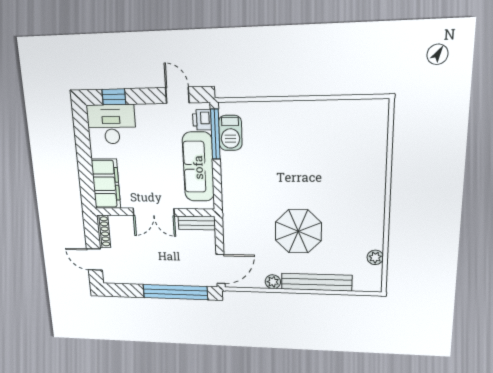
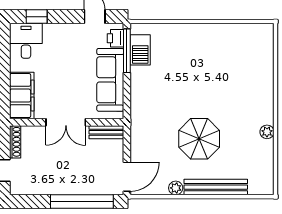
desk: (111, 124) -> (26, 41), width x0.73
plant: (375, 257) -> (267, 132), moved

